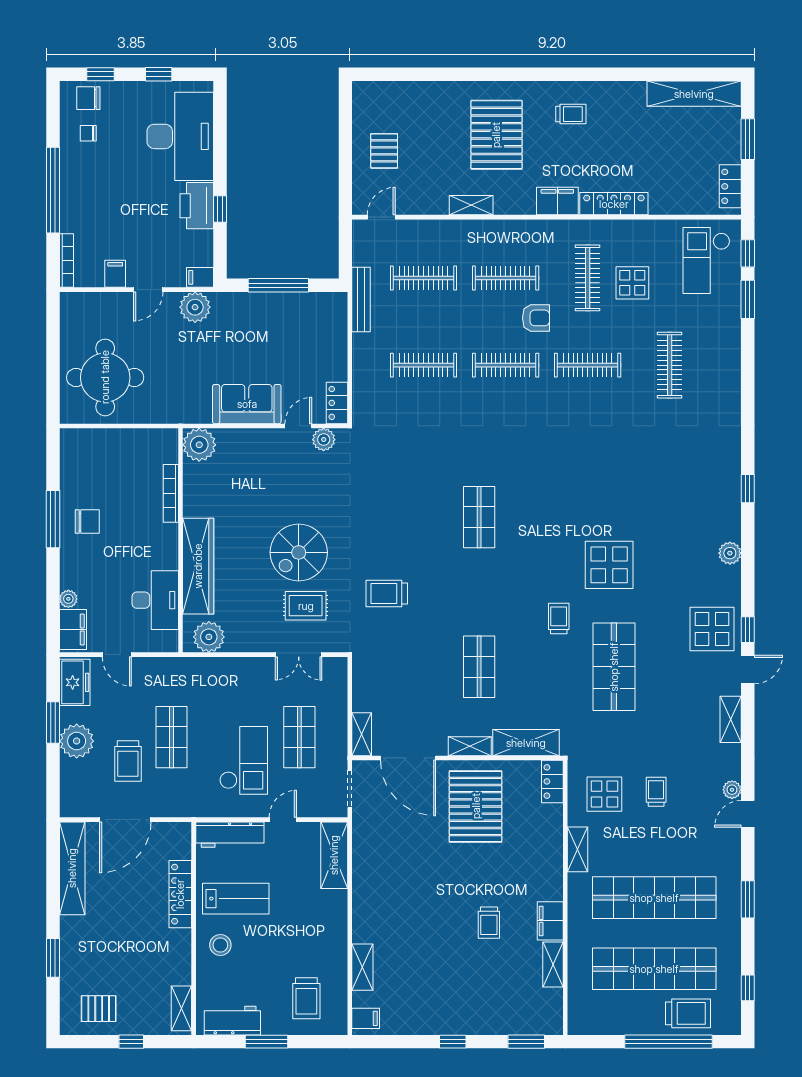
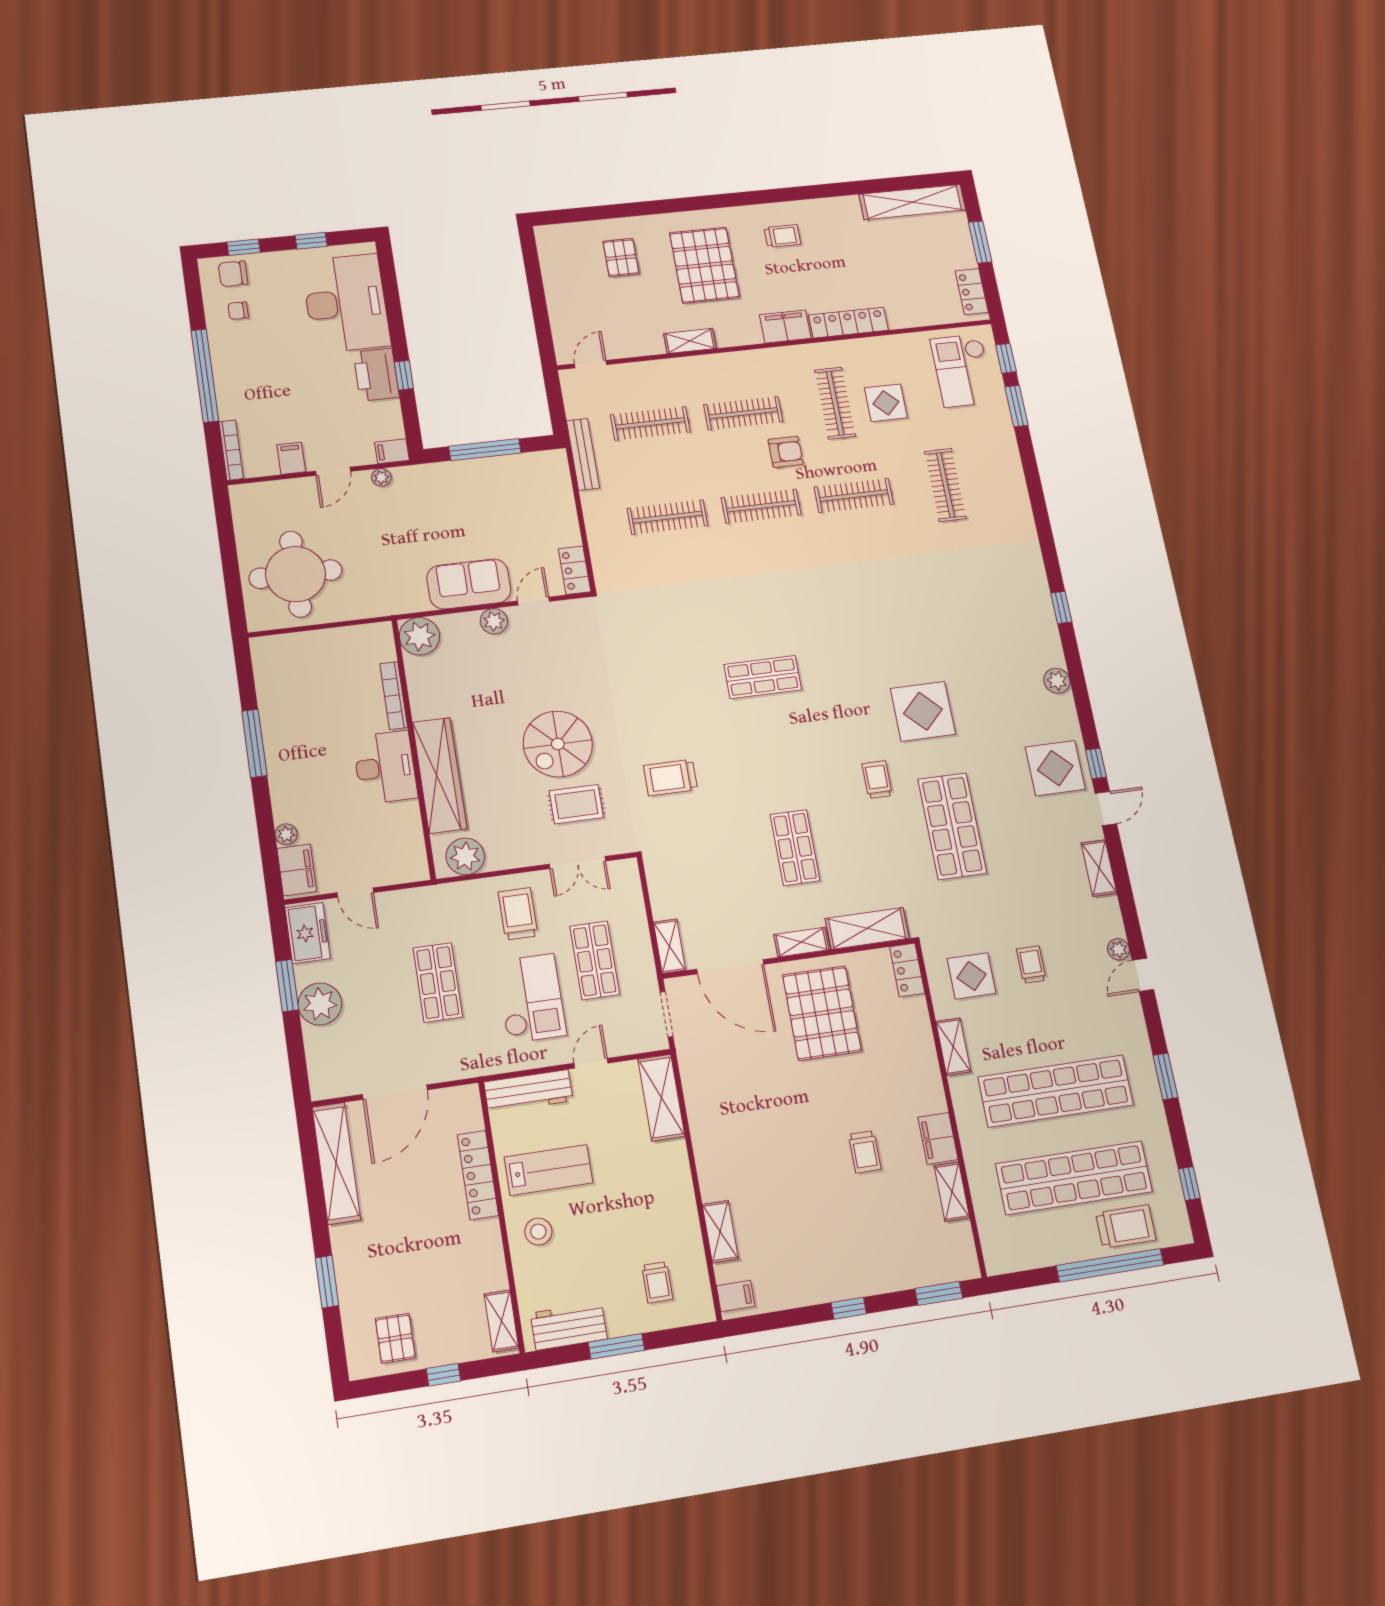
pallet: (384, 151) -> (621, 258), moved
plant: (195, 307) -> (381, 477), width x0.53, depth x0.53
plant: (324, 440) -> (494, 621), moved
shop shelf: (479, 517) -> (763, 677), turned 90
chair: (87, 522) -> (297, 741), removed
desk: (155, 600) -> (385, 767), moved
trolley: (128, 761) -> (518, 914), moved, turned 180
trolley: (306, 998) -> (657, 1282), width x0.73, depth x0.72
pallet: (99, 1009) -> (395, 1338), turned 90

